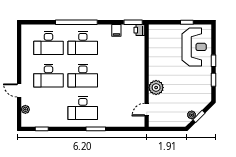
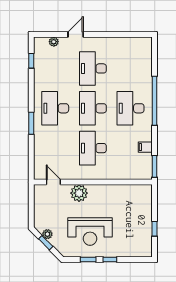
printer: (139, 30) -> (146, 174), removed
desk: (48, 43) -> (93, 148), moved
reception desk: (194, 47) -> (90, 231), moved

